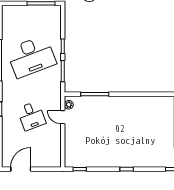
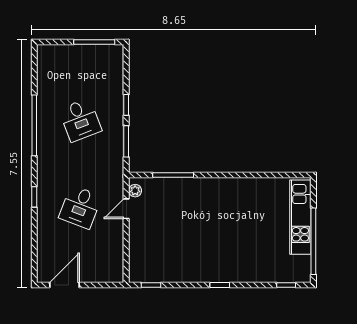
desk: (31, 57) -> (80, 120), width x0.53, depth x0.77
desk: (31, 116) -> (80, 207), turned 42
door: (63, 117) -> (126, 209), hinge flipped

